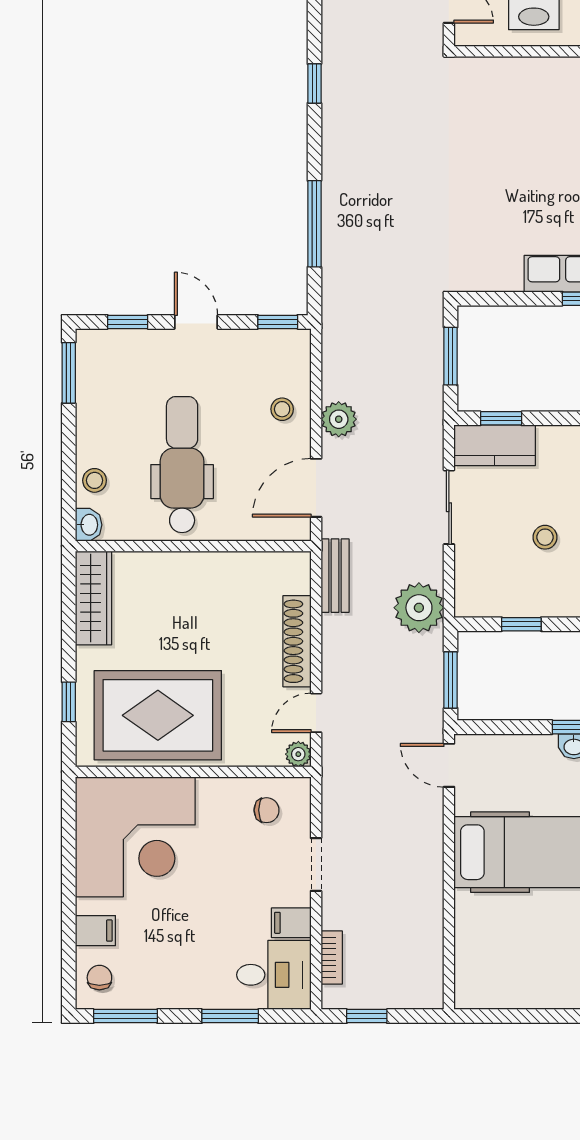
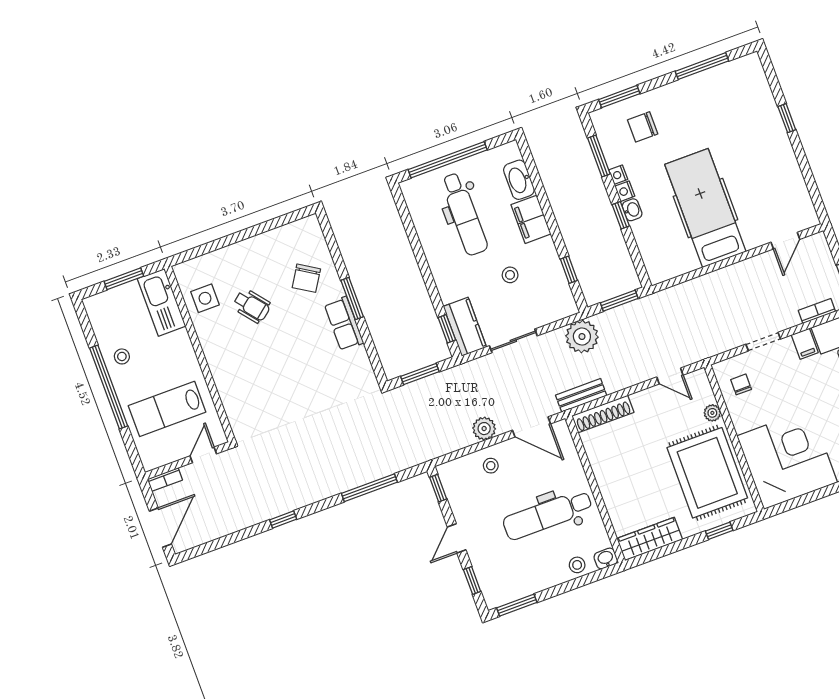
shoe rack: (297, 641) -> (603, 414), moved
plant: (298, 754) -> (712, 413), moved
door: (449, 765) -> (785, 241), moved

